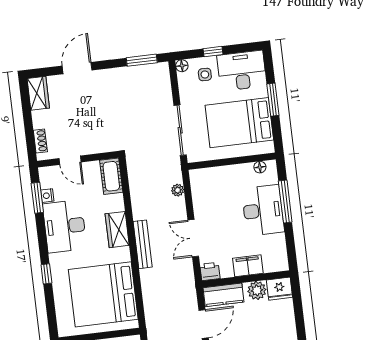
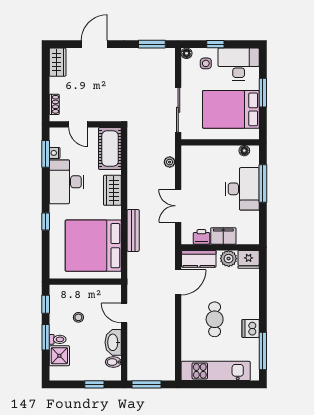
cot: (111, 176) -> (110, 149), width x1.37, depth x1.34
bench: (143, 244) -> (133, 230), moved
printer: (210, 271) -> (201, 237), moved

